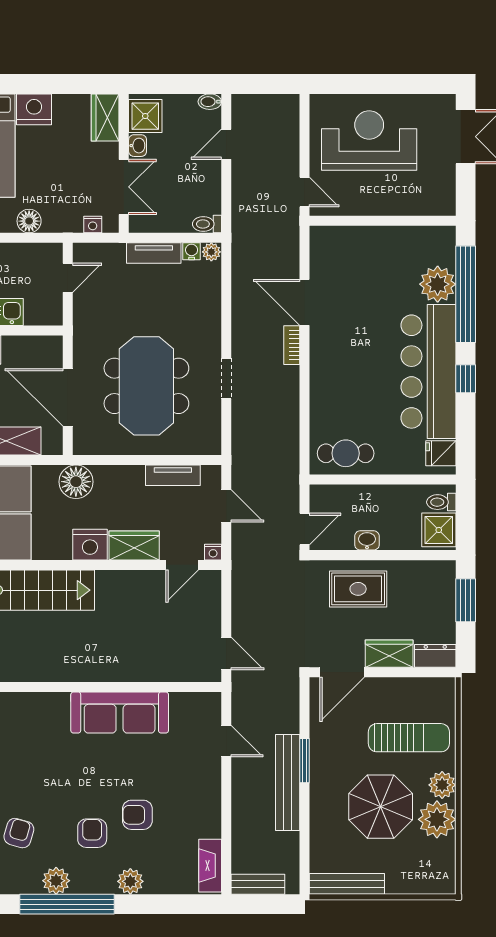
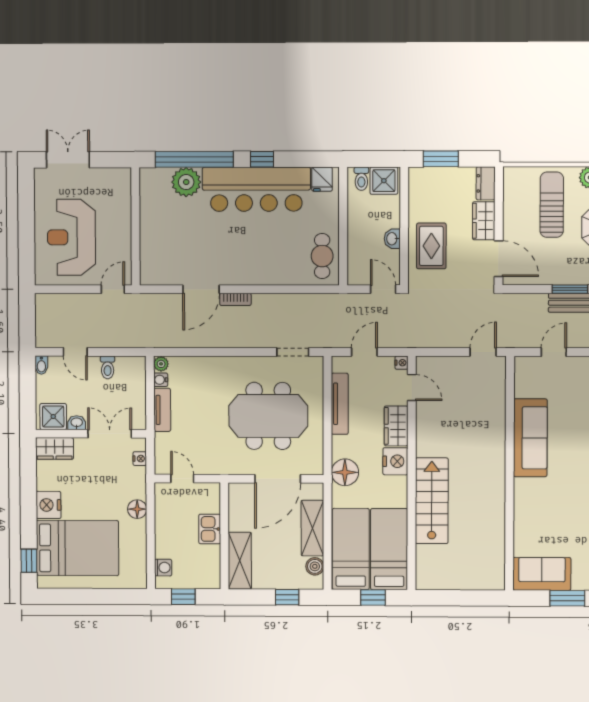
toilet: (207, 224) -> (108, 367), moved
doorway: (226, 379) -> (293, 352), moved
tv unit: (173, 475) -> (340, 404), width x1.41

